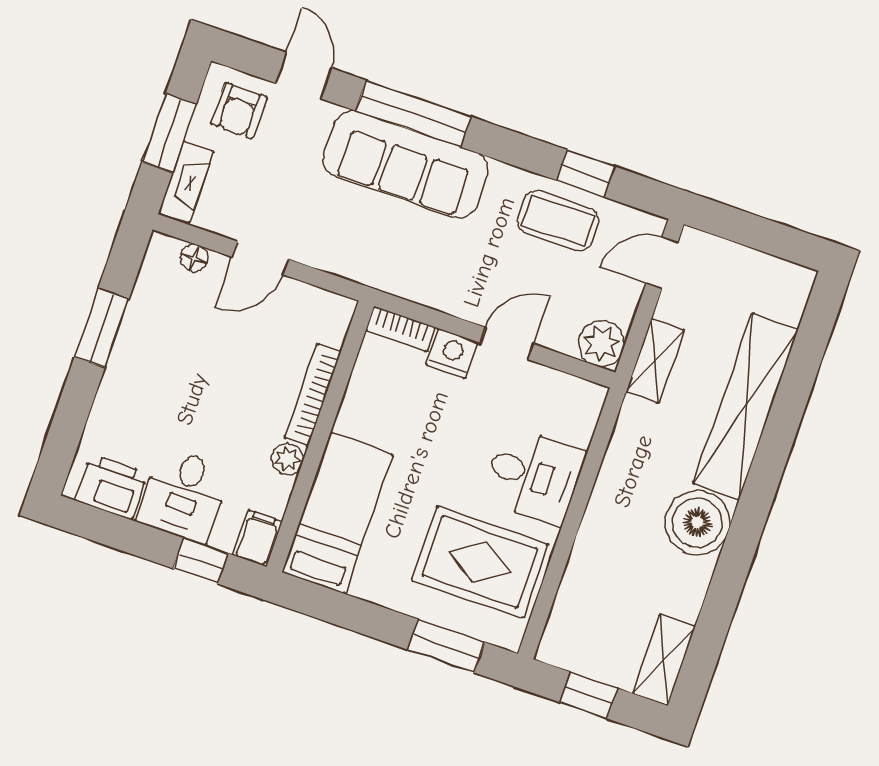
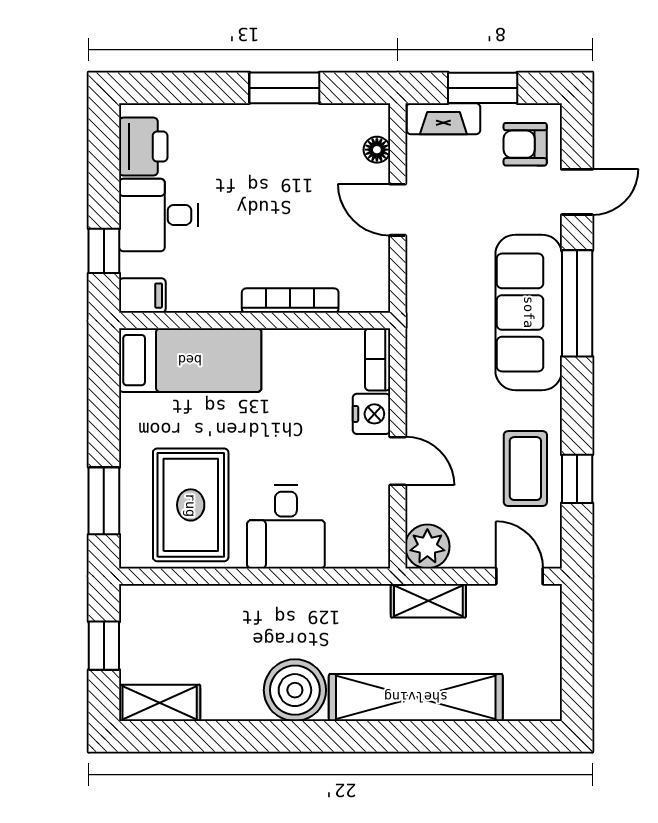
plant: (287, 459) -> (224, 298), removed

